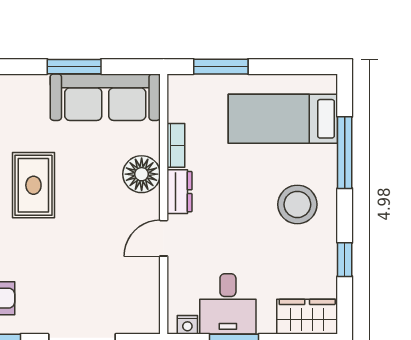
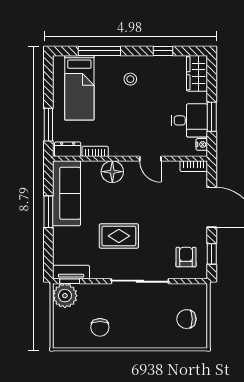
dresser: (179, 192) -> (68, 149), moved
stool: (297, 204) -> (130, 79), width x0.53, depth x0.53
bookcase: (151, 311) -> (194, 166), added

